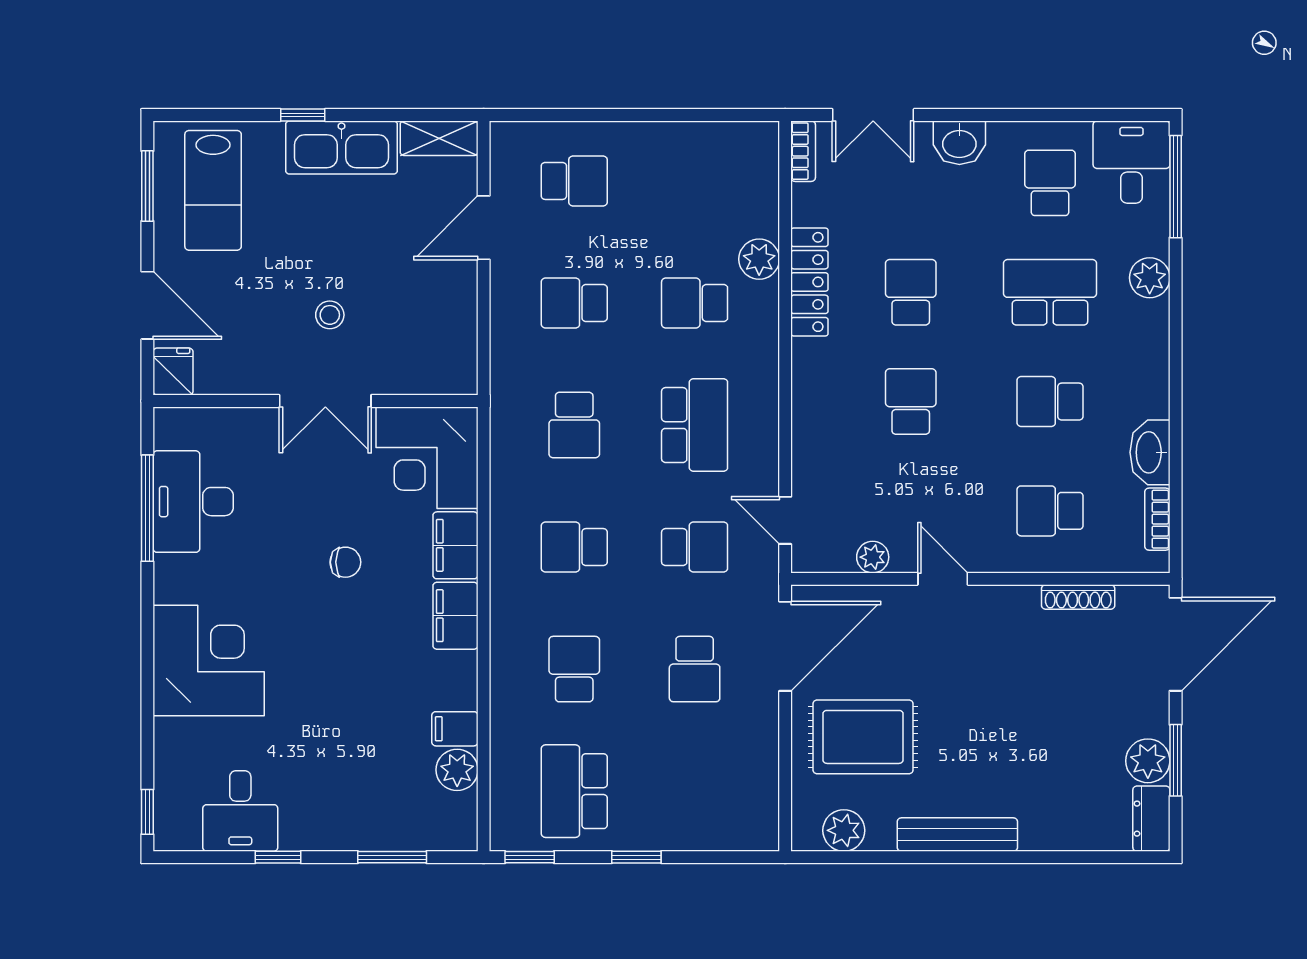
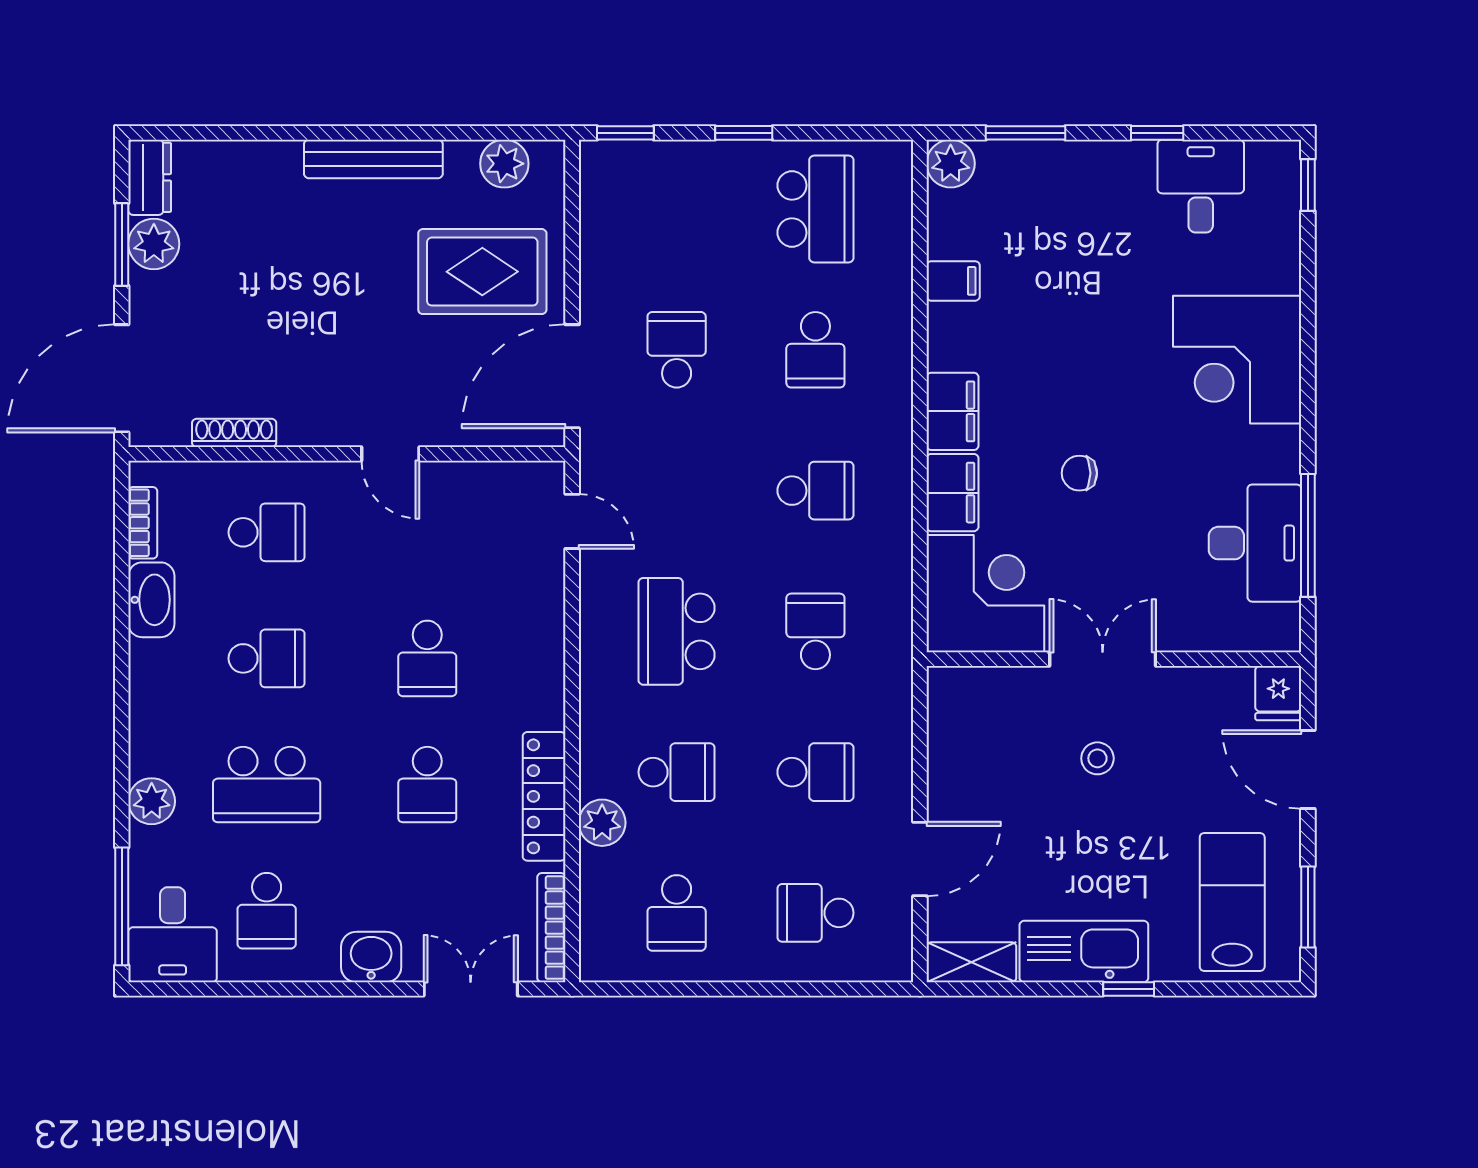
bookcase: (803, 151) -> (551, 928), width x1.56
school desk: (695, 547) -> (677, 913), moved, turned -90
plant: (873, 557) -> (471, 479), removed
plant: (457, 770) -> (951, 164), moved
window: (530, 857) -> (625, 133), moved

